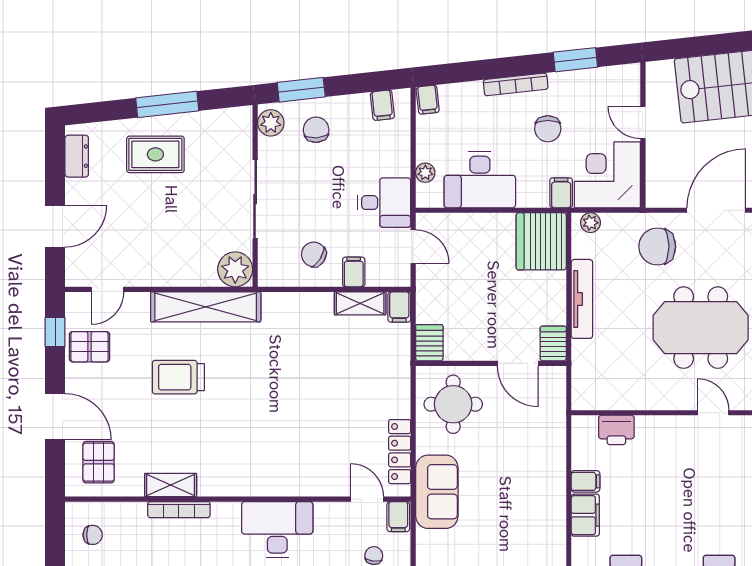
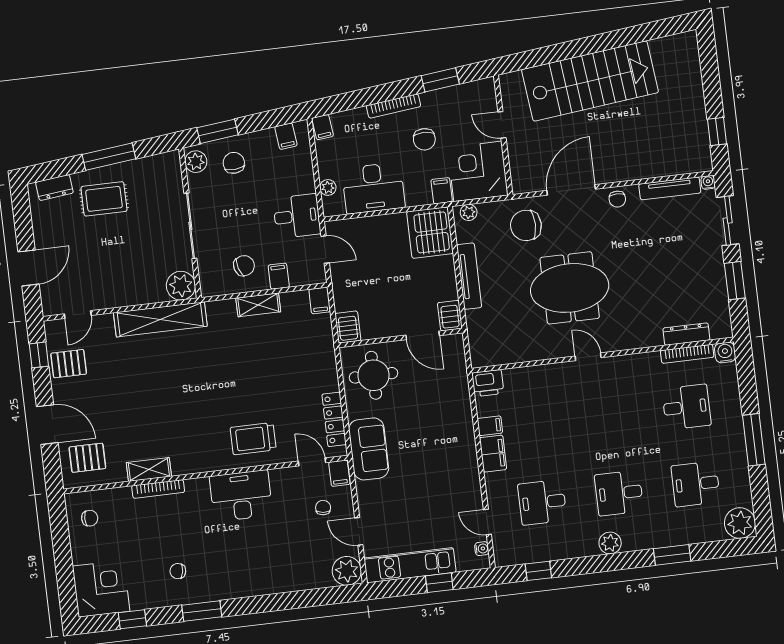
dresser: (77, 156) -> (54, 188), moved, turned 84
chair: (314, 254) -> (244, 266), turned 131
shelving: (360, 303) -> (258, 305), moved
trolley: (178, 377) -> (253, 439), moved
printer: (616, 430) -> (488, 383), moved
pallet: (99, 462) -> (87, 458), turned 90

